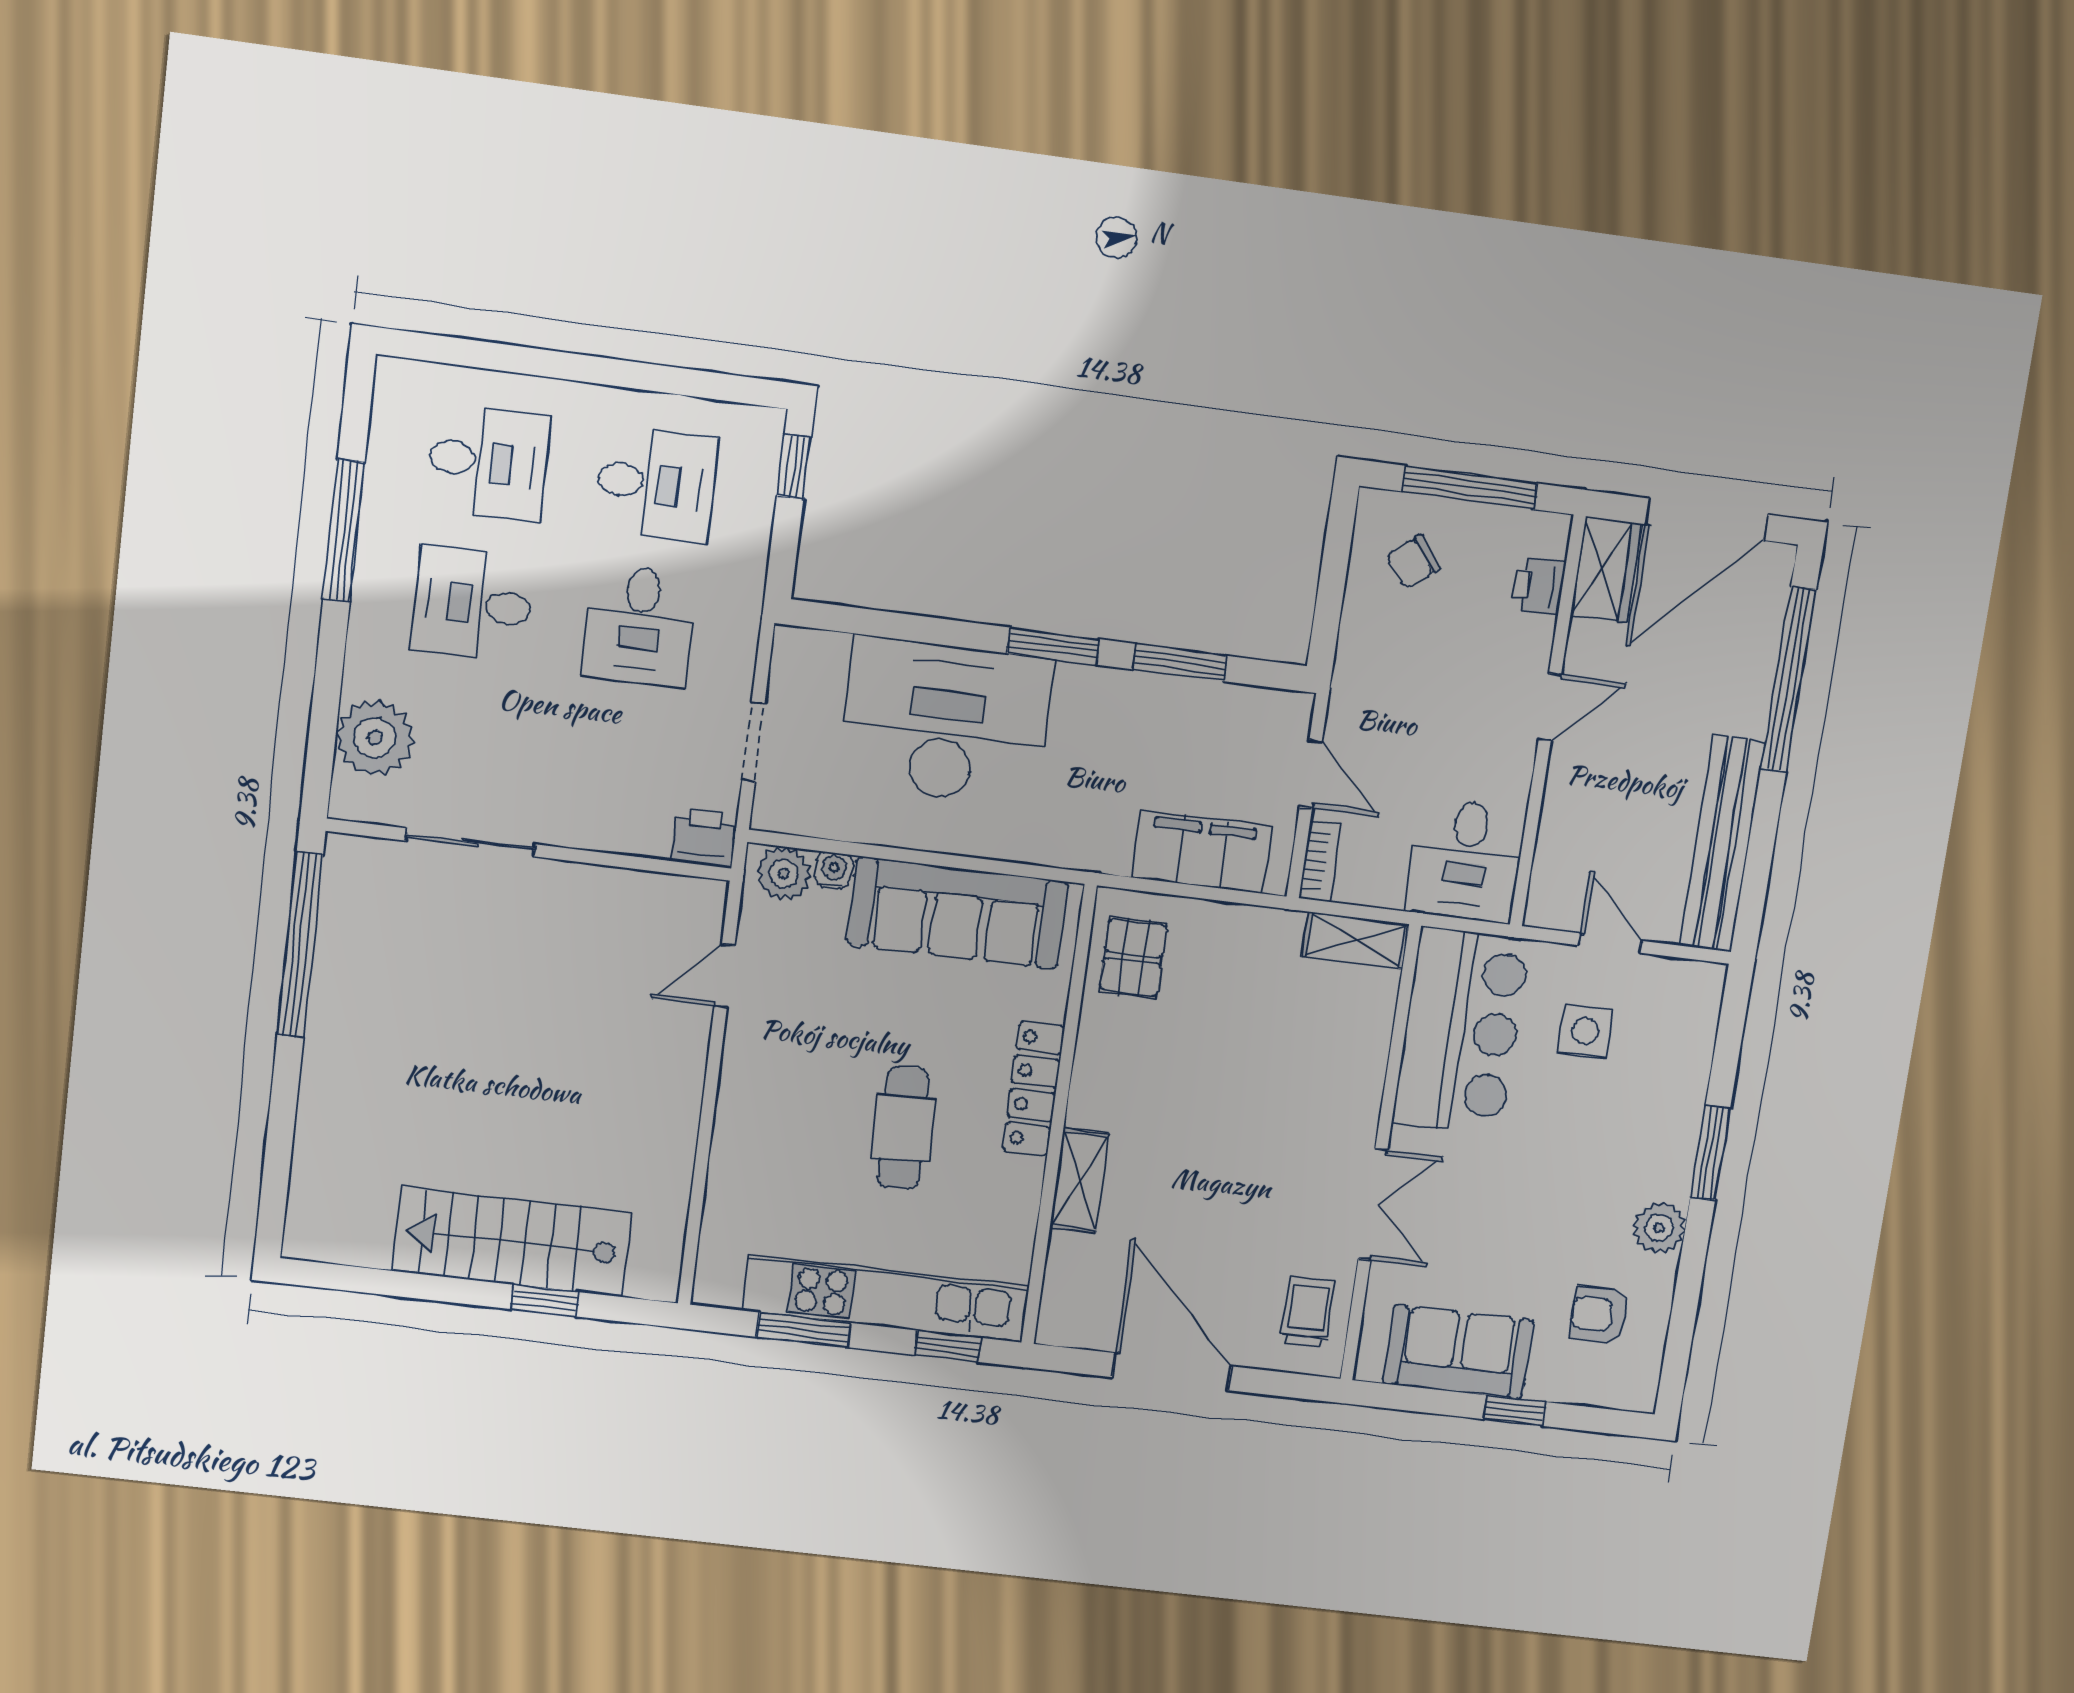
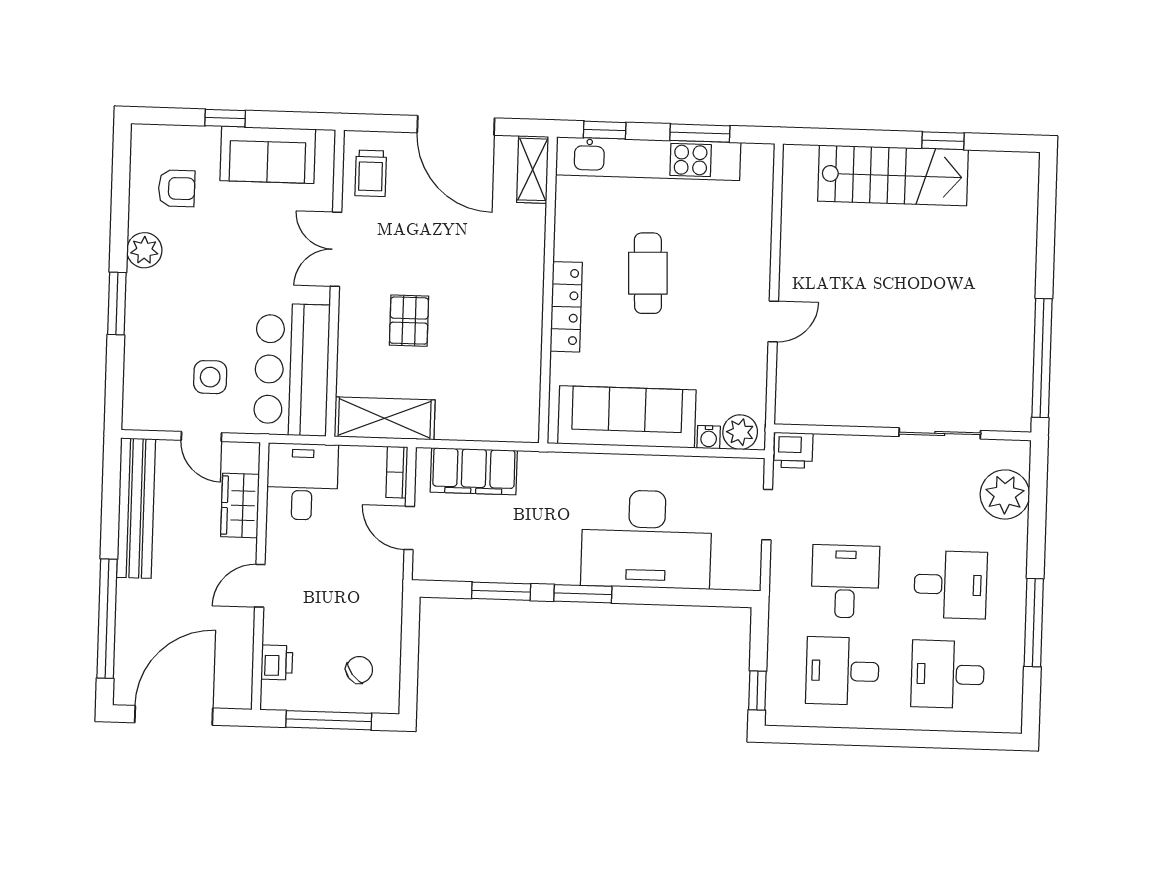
wardrobe: (1606, 569) -> (240, 506), moved
shelving: (1355, 940) -> (385, 418), width x1.50, depth x1.33
pallet: (1133, 958) -> (409, 321), moved
door: (724, 976) -> (773, 321), moved
shelving: (1079, 1181) -> (533, 169), moved
window: (545, 1301) -> (943, 141), moved

